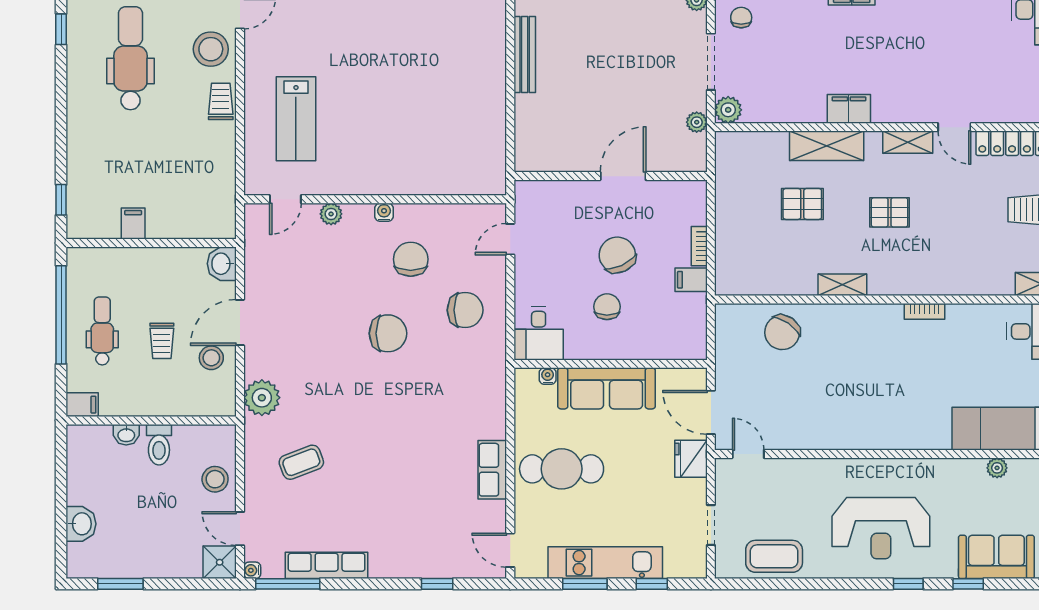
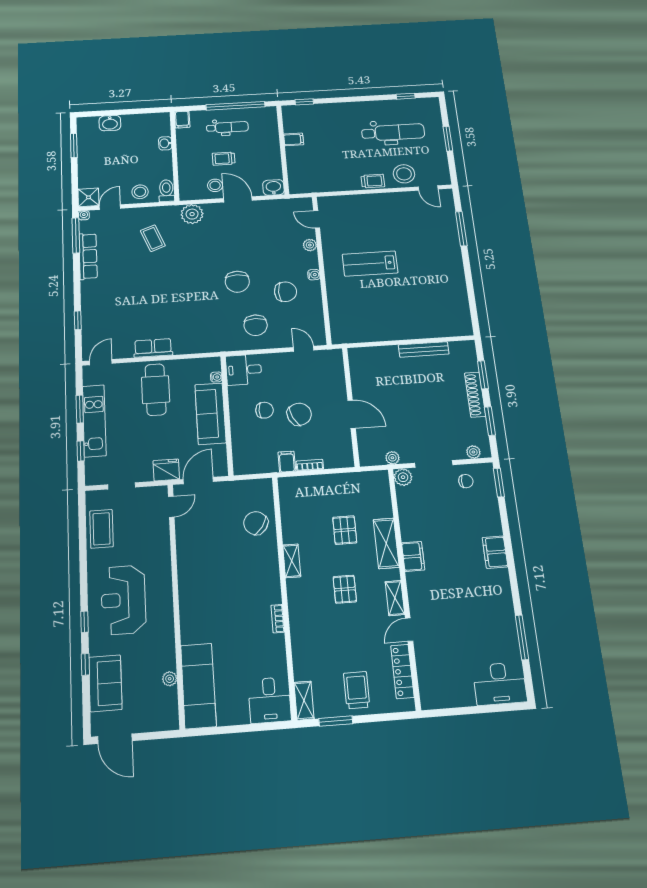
lab bench: (296, 119) -> (370, 264), moved
toilet: (159, 445) -> (166, 191), moved, turned 90

